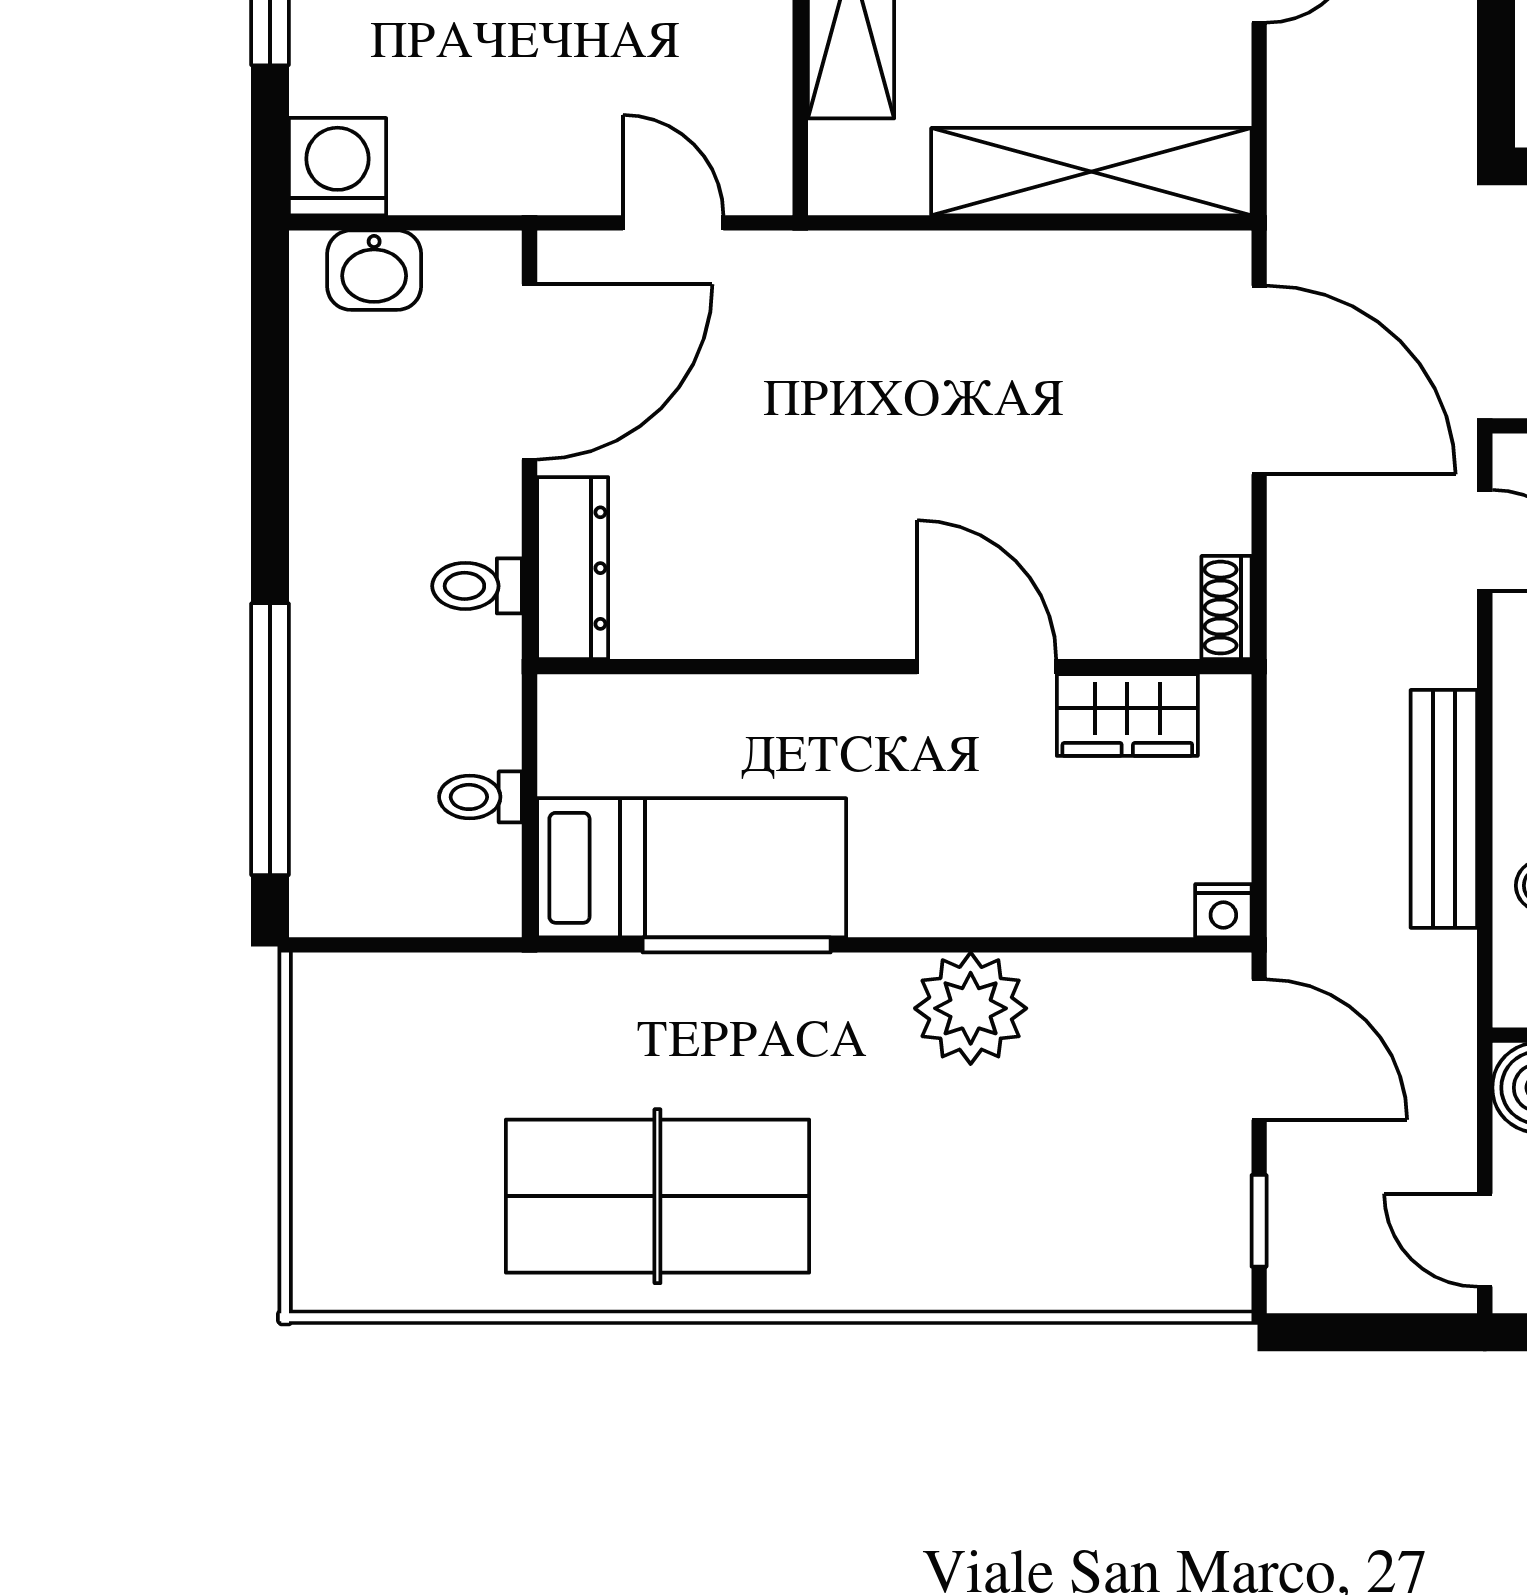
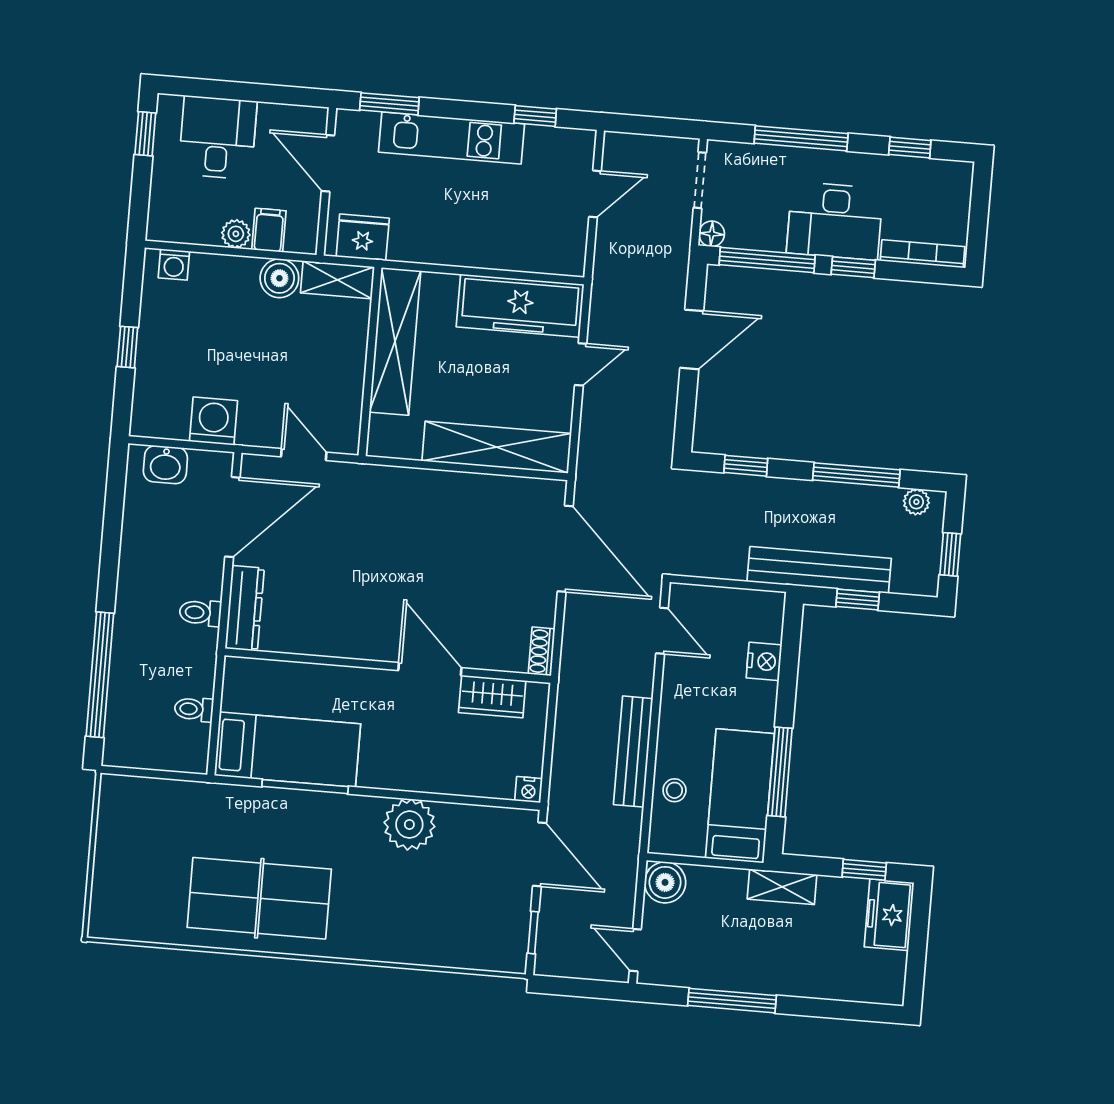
washing machine: (337, 167) -> (213, 421), moved

